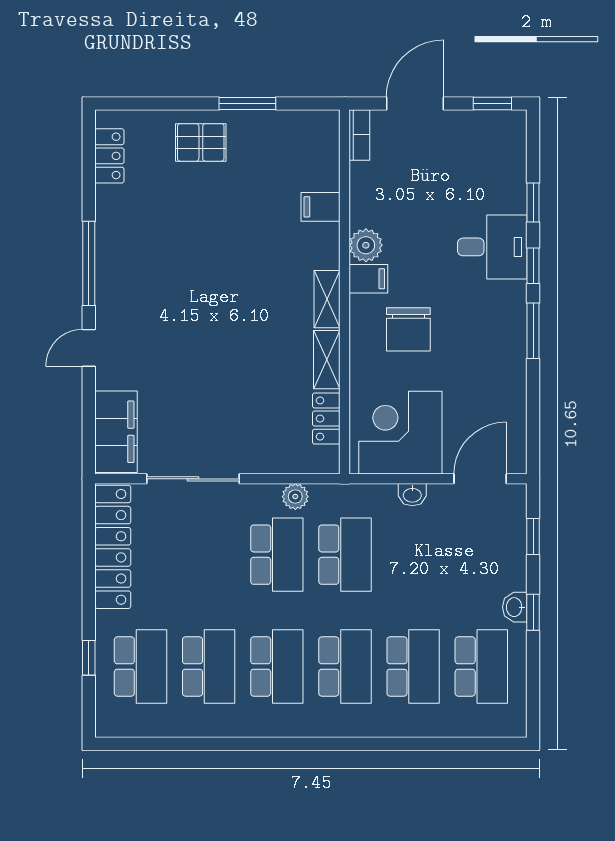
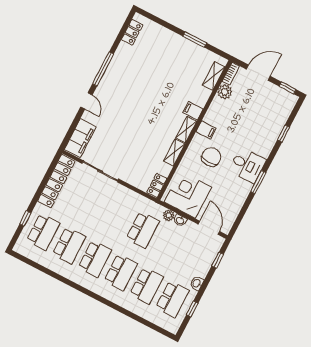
pallet: (201, 142) -> (169, 45), removed
shelving: (326, 159) -> (214, 76), added
filing cabinet: (321, 207) -> (193, 111), moved
plant: (366, 245) -> (225, 92), moved
desk: (492, 247) -> (247, 165), moved
window: (533, 266) -> (271, 158), removed
chair: (408, 329) -> (211, 157), turned 180
door: (89, 348) -> (86, 101), swing flipped
locker: (326, 419) -> (157, 185), moved
door: (480, 479) -> (209, 228), hinge flipped
plant: (295, 497) -> (169, 215), moved
school desk: (277, 555) -> (117, 216), removed
window: (533, 612) -> (192, 309), moved

